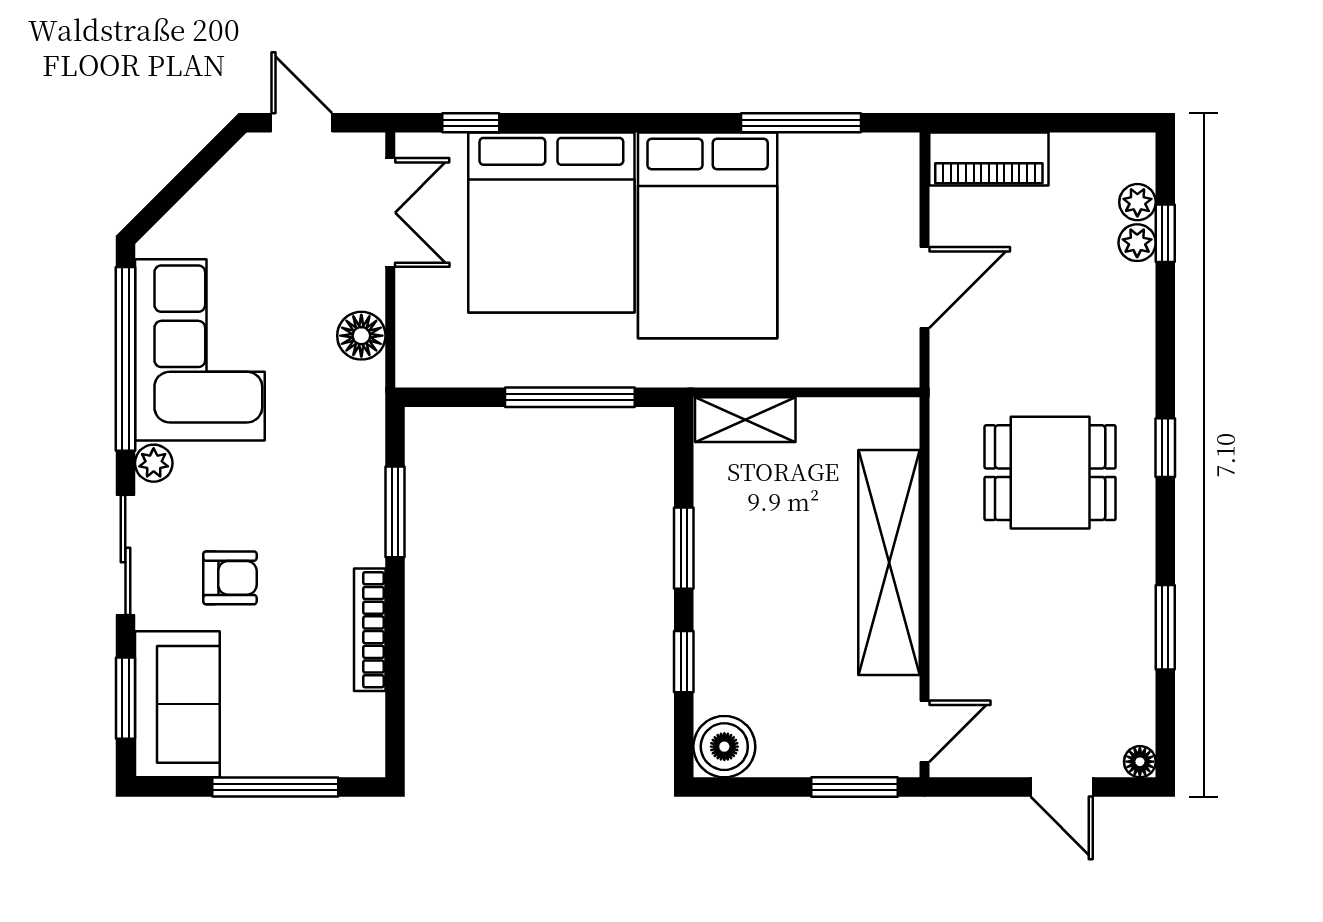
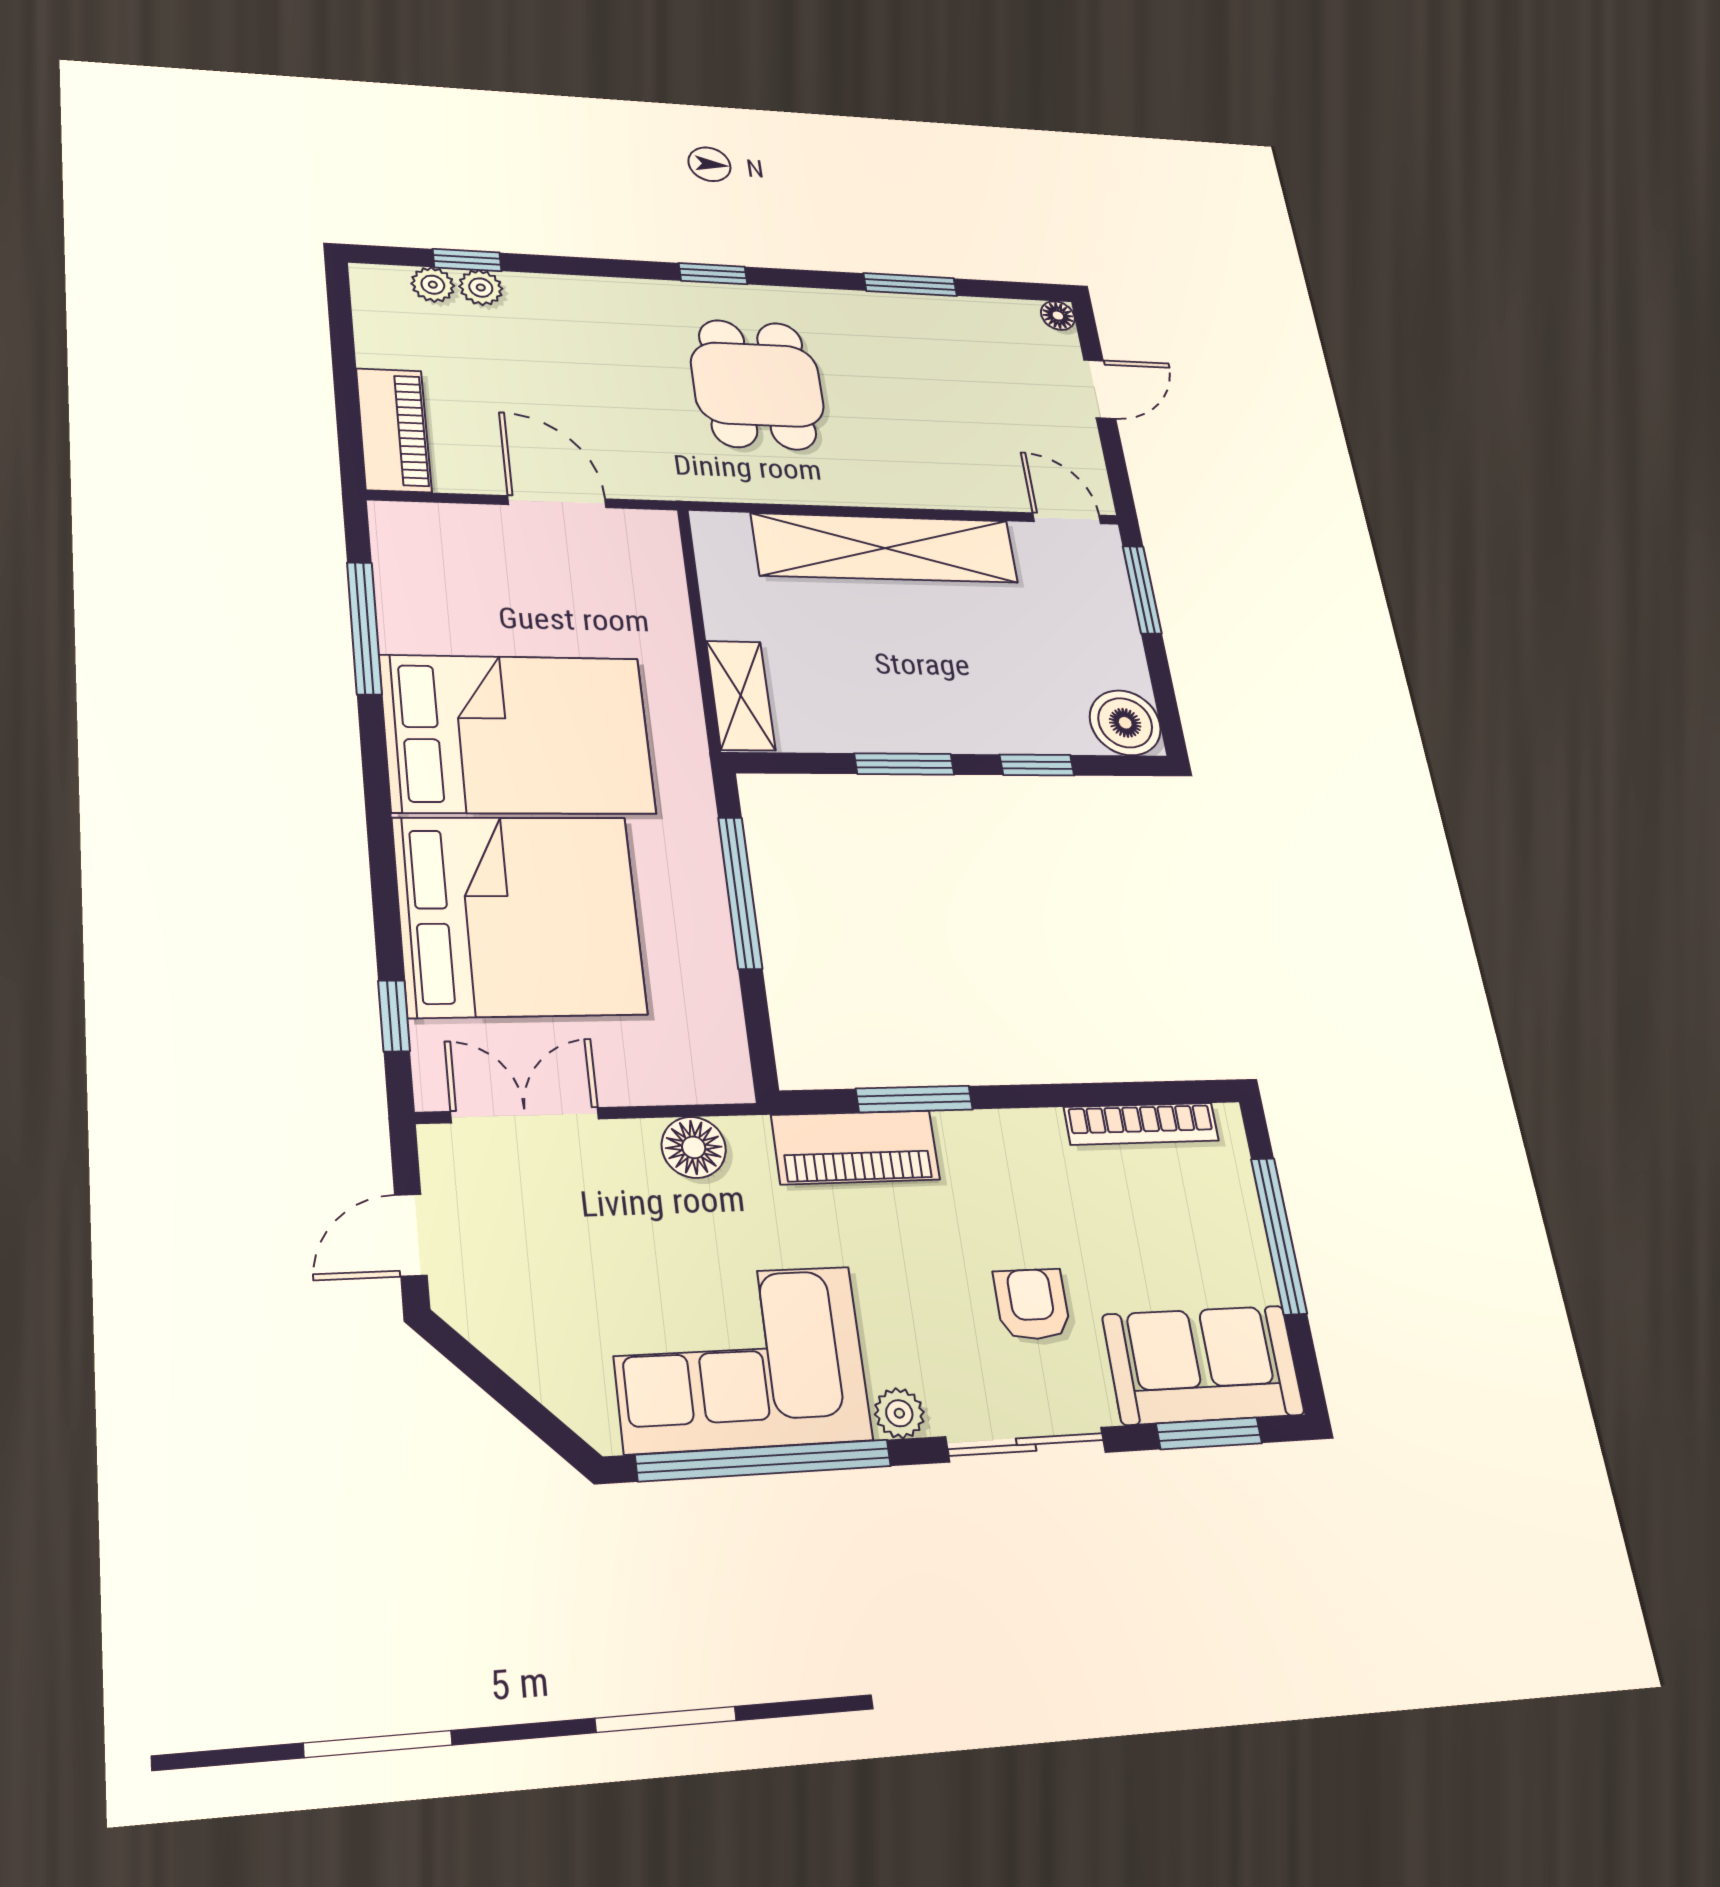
piano: (358, 460) -> (856, 1147), added
bookcase: (370, 630) -> (1141, 1124), moved

